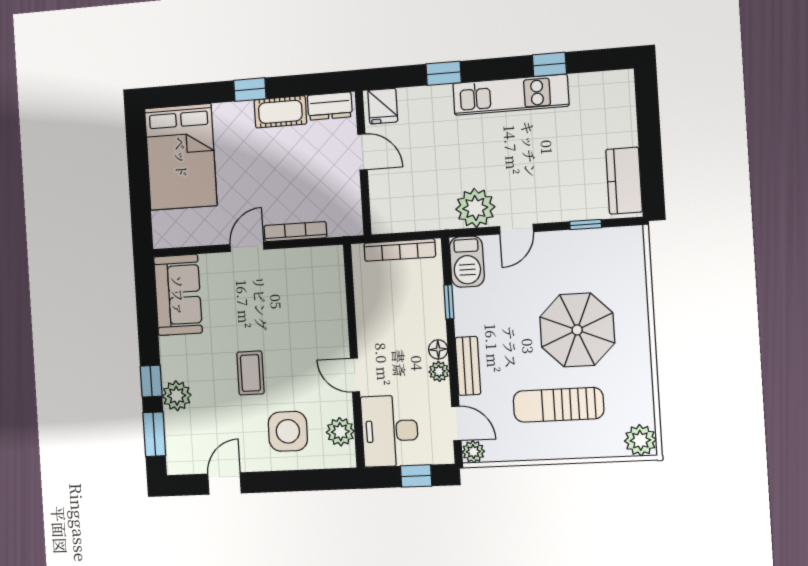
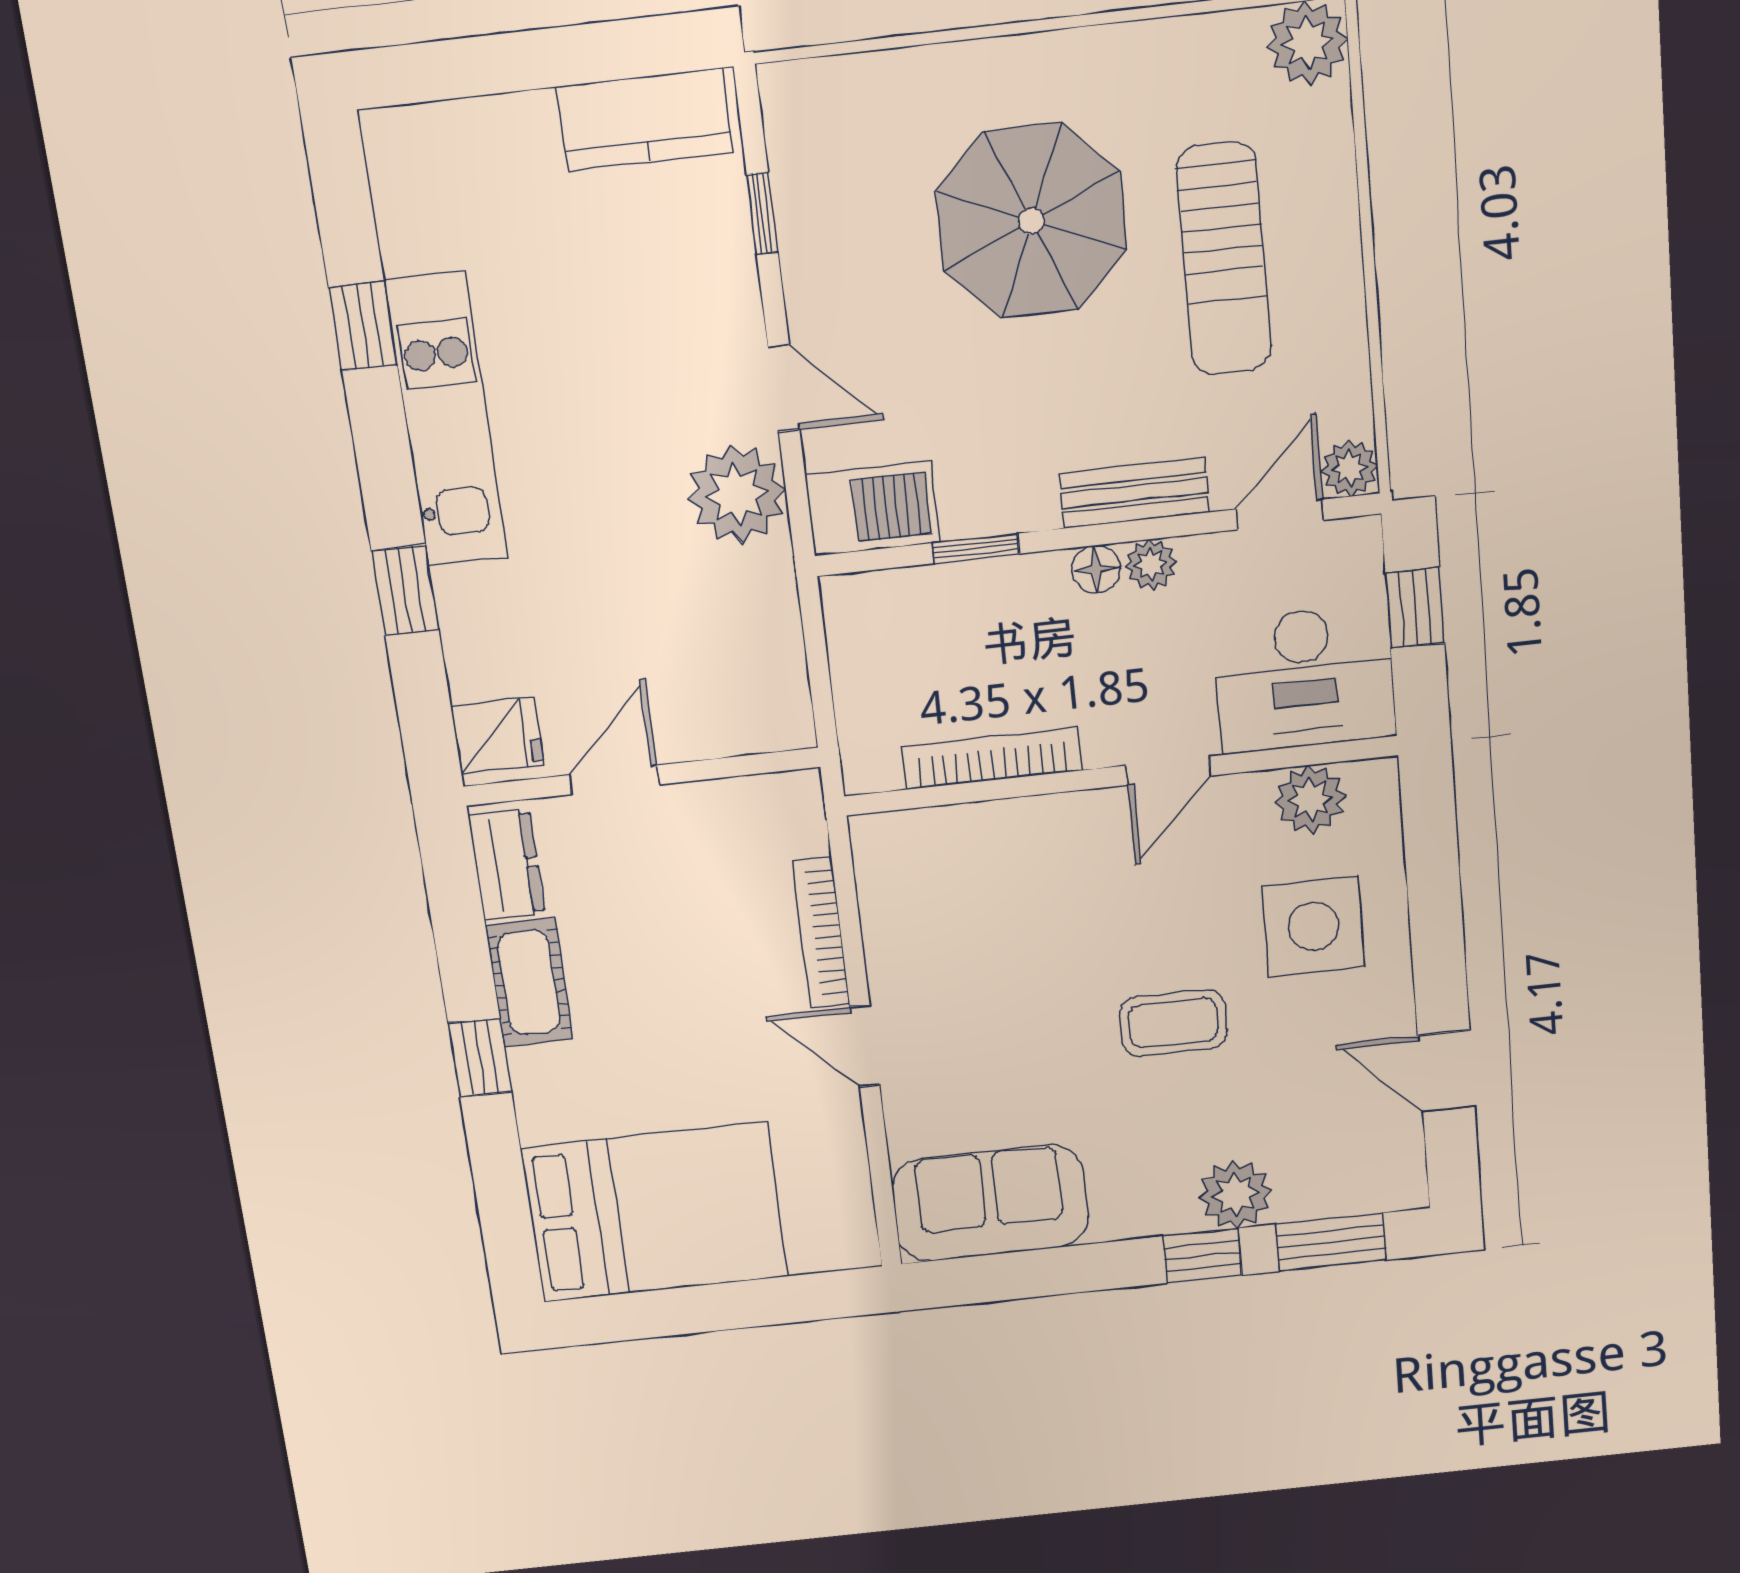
bookcase: (400, 250) -> (992, 758), moved, turned -90

